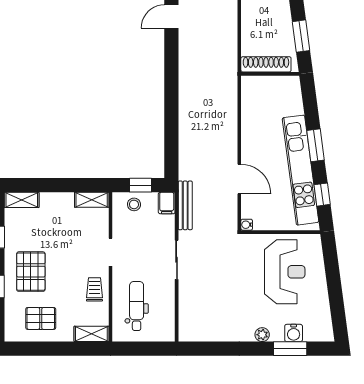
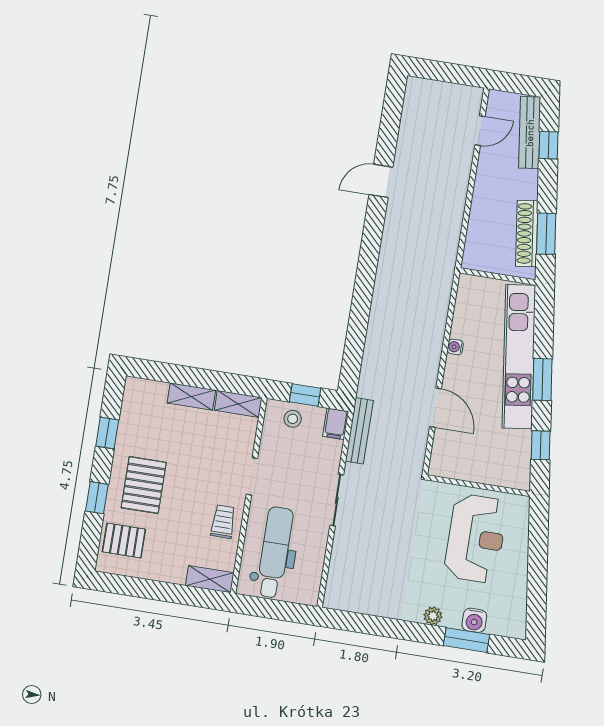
shoe rack: (266, 64) -> (527, 234), moved, turned -98
kitchen unit: (300, 170) -> (519, 357), moved
shelving: (22, 200) -> (191, 397), moved
water cooler: (247, 225) -> (455, 347), moved
dental chair: (137, 306) -> (275, 552), width x1.36, depth x1.38
pallet: (41, 318) -> (124, 540), moved

